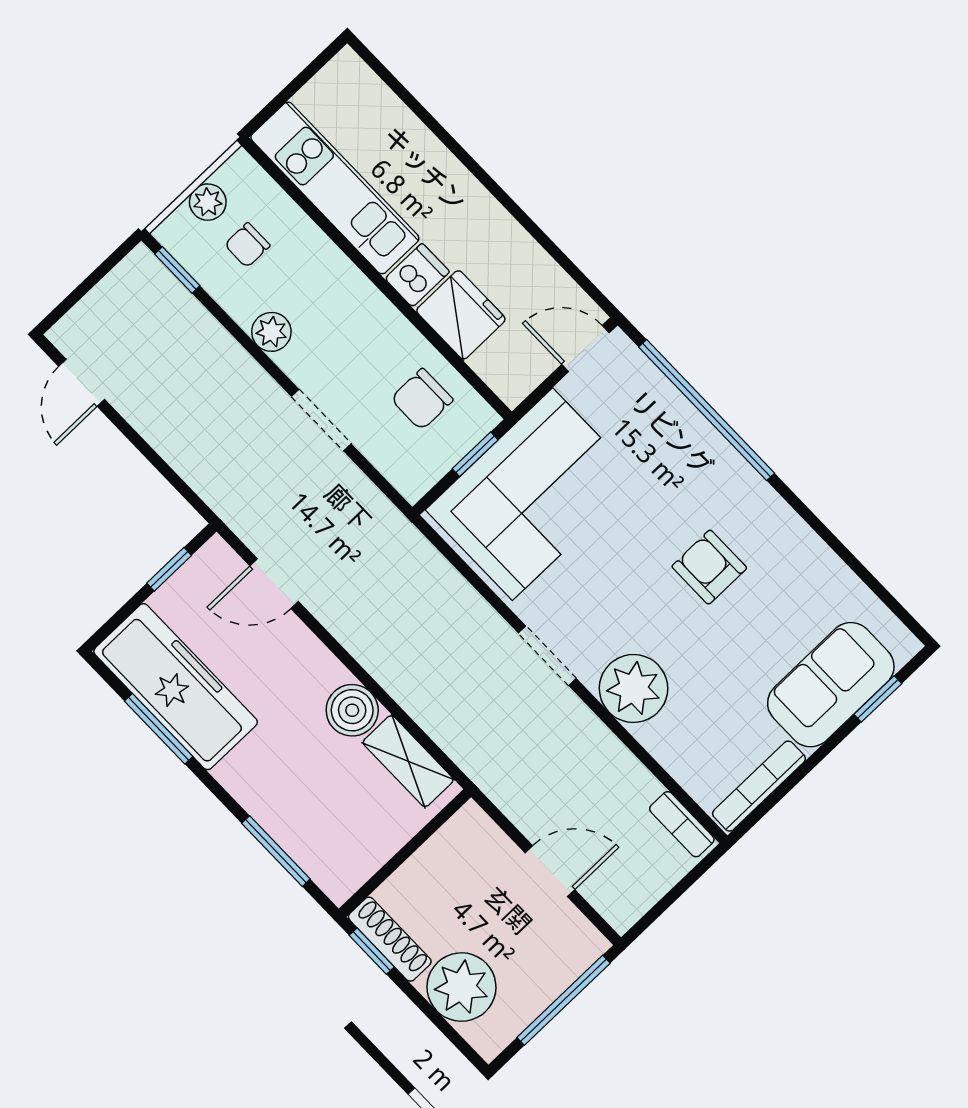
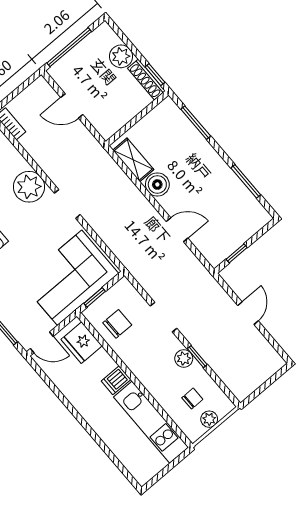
window: (177, 270) -> (197, 357), moved
fridge: (461, 315) -> (82, 343), moved
door: (82, 383) -> (248, 313), moved
door: (274, 584) -> (177, 230), moved
freezer: (176, 687) -> (237, 200), removed
plant: (461, 987) -> (121, 56), width x0.73, depth x0.73

